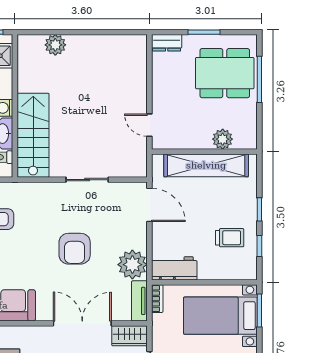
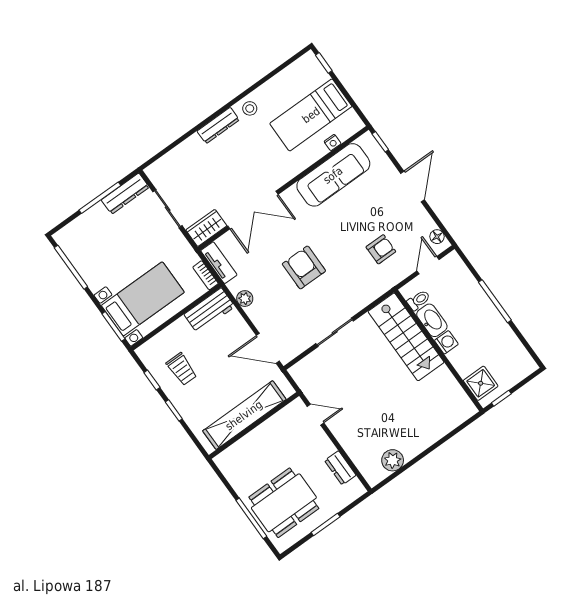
dresser: (167, 43) -> (340, 468), moved, turned -90
plant: (55, 45) -> (393, 460), moved
plant: (223, 139) -> (246, 447), removed
trolley: (230, 238) -> (182, 369), turned -90
plant: (132, 265) -> (245, 299), width x0.53, depth x0.53

